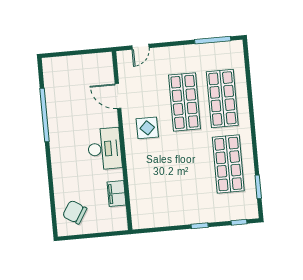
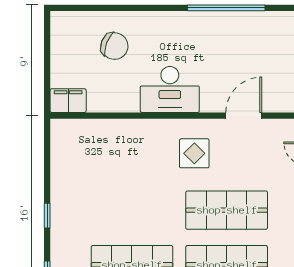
filing cabinet: (116, 194) -> (68, 101), moved
chair: (75, 212) -> (114, 46), moved, turned 79

